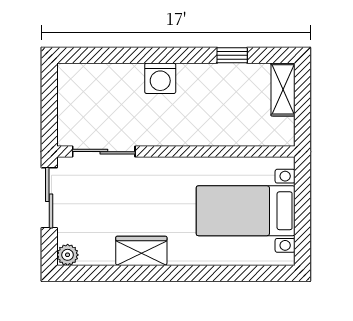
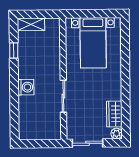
sliding door: (104, 152) -> (63, 96), moved
wardrobe: (141, 251) -> (114, 114), moved

